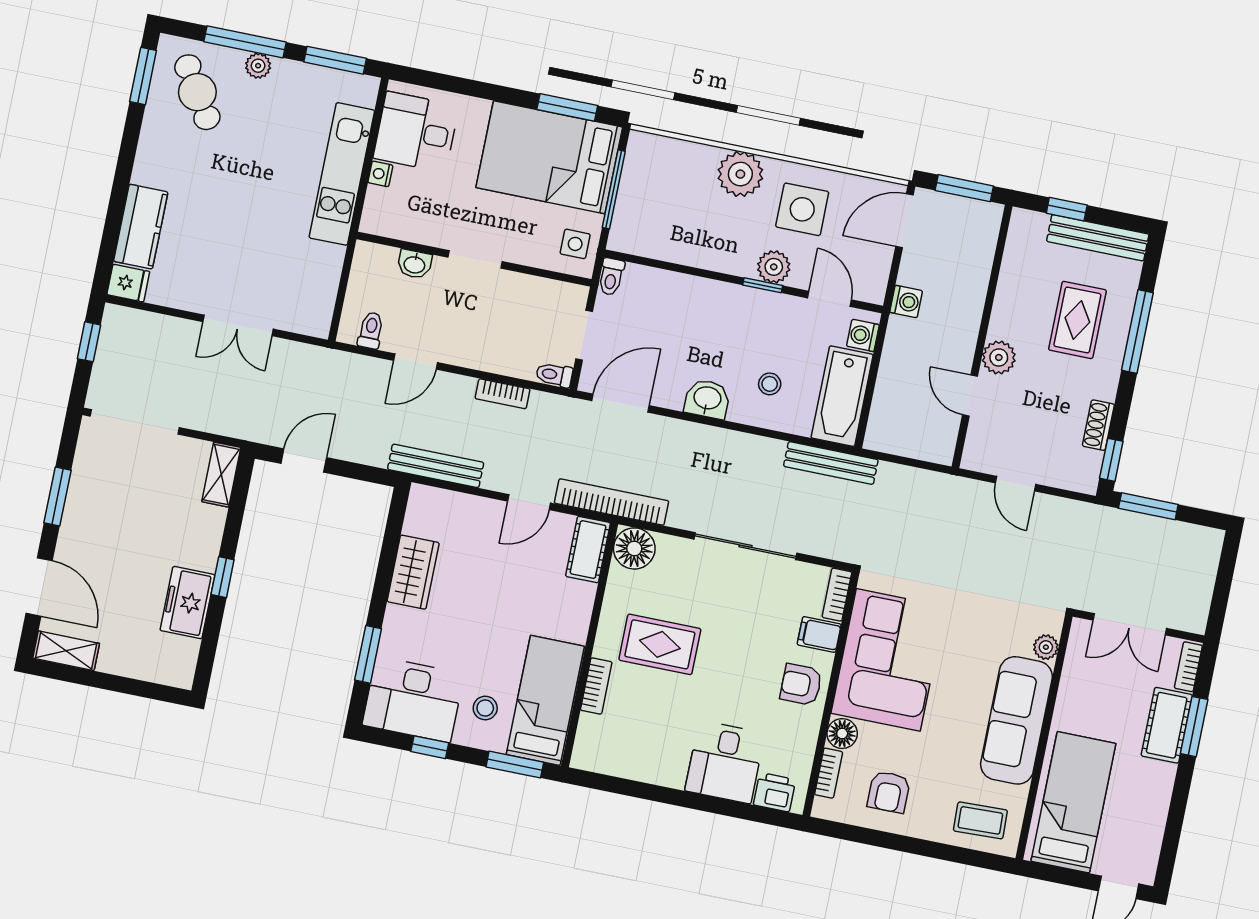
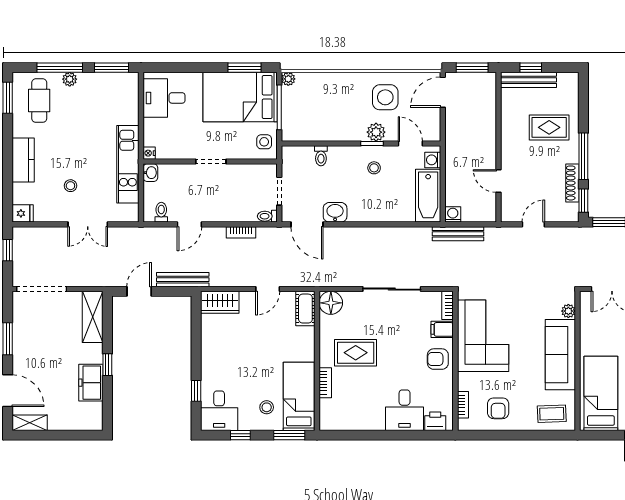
cafe table: (197, 92) -> (39, 101), turned 32
kitchen unit: (342, 174) -> (128, 164), moved
nightstand: (380, 174) -> (149, 153), moved
plant: (740, 174) -> (288, 79), moved, width x0.53, depth x0.53
kitchen counter: (141, 227) -> (23, 160), moved
bench: (1098, 238) -> (528, 80), moved
stool: (222, 252) -> (70, 186), added
washbasin: (415, 264) -> (150, 173), moved, turned -90
toilet: (611, 277) -> (321, 156), moved
washing machine: (906, 302) -> (453, 214), moved, turned -90
rug: (1077, 320) -> (549, 127), turned 90
window: (1137, 331) -> (583, 156), moved
plant: (999, 357) -> (510, 157), removed
stool: (770, 384) -> (374, 168), moved
washbasin: (707, 399) -> (335, 212), moved
door: (620, 403) -> (307, 224), swing flipped
shoe rack: (1098, 425) -> (572, 183), width x1.43
bench: (831, 463) -> (458, 234), moved
bench: (436, 466) -> (183, 280), moved
shelving: (221, 475) -> (93, 317), width x1.50, depth x1.33
door: (1015, 484) -> (533, 224), swing flipped
bookcase: (612, 502) -> (313, 280), removed
wardrobe: (413, 572) -> (220, 302), moved, turned 90
window: (368, 654) -> (196, 391), width x0.67
desk: (413, 699) -> (219, 411), width x0.73
floor lamp: (842, 734) -> (466, 381), removed

